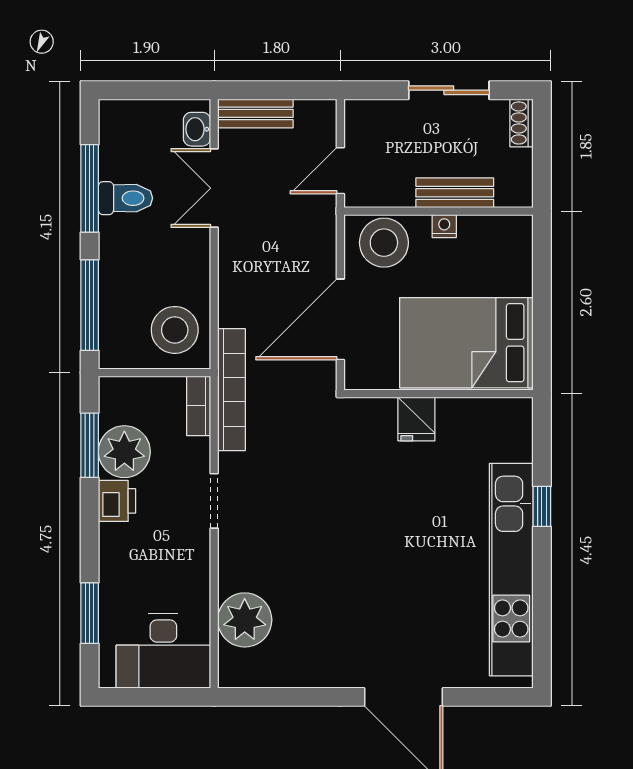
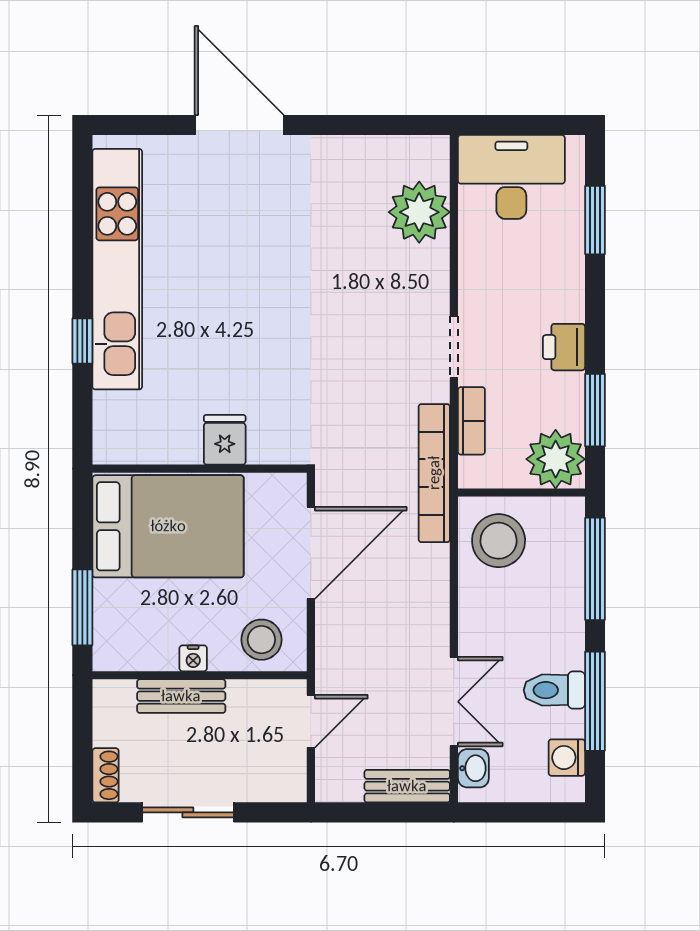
washing machine: (114, 139) -> (567, 758), added
stool: (384, 243) -> (261, 640), width x0.73, depth x0.73
window: (542, 271) -> (82, 607), added
bookcase: (199, 406) -> (471, 421), moved
plant: (124, 452) -> (556, 459), moved

